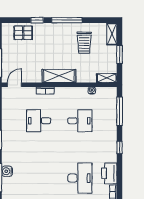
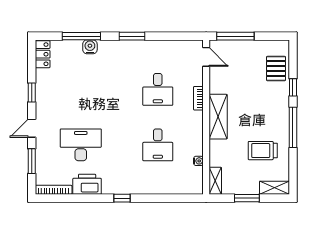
window: (120, 111) -> (171, 198), removed
desk: (39, 121) -> (158, 89), turned 180
desk: (80, 178) -> (81, 145), turned 180

